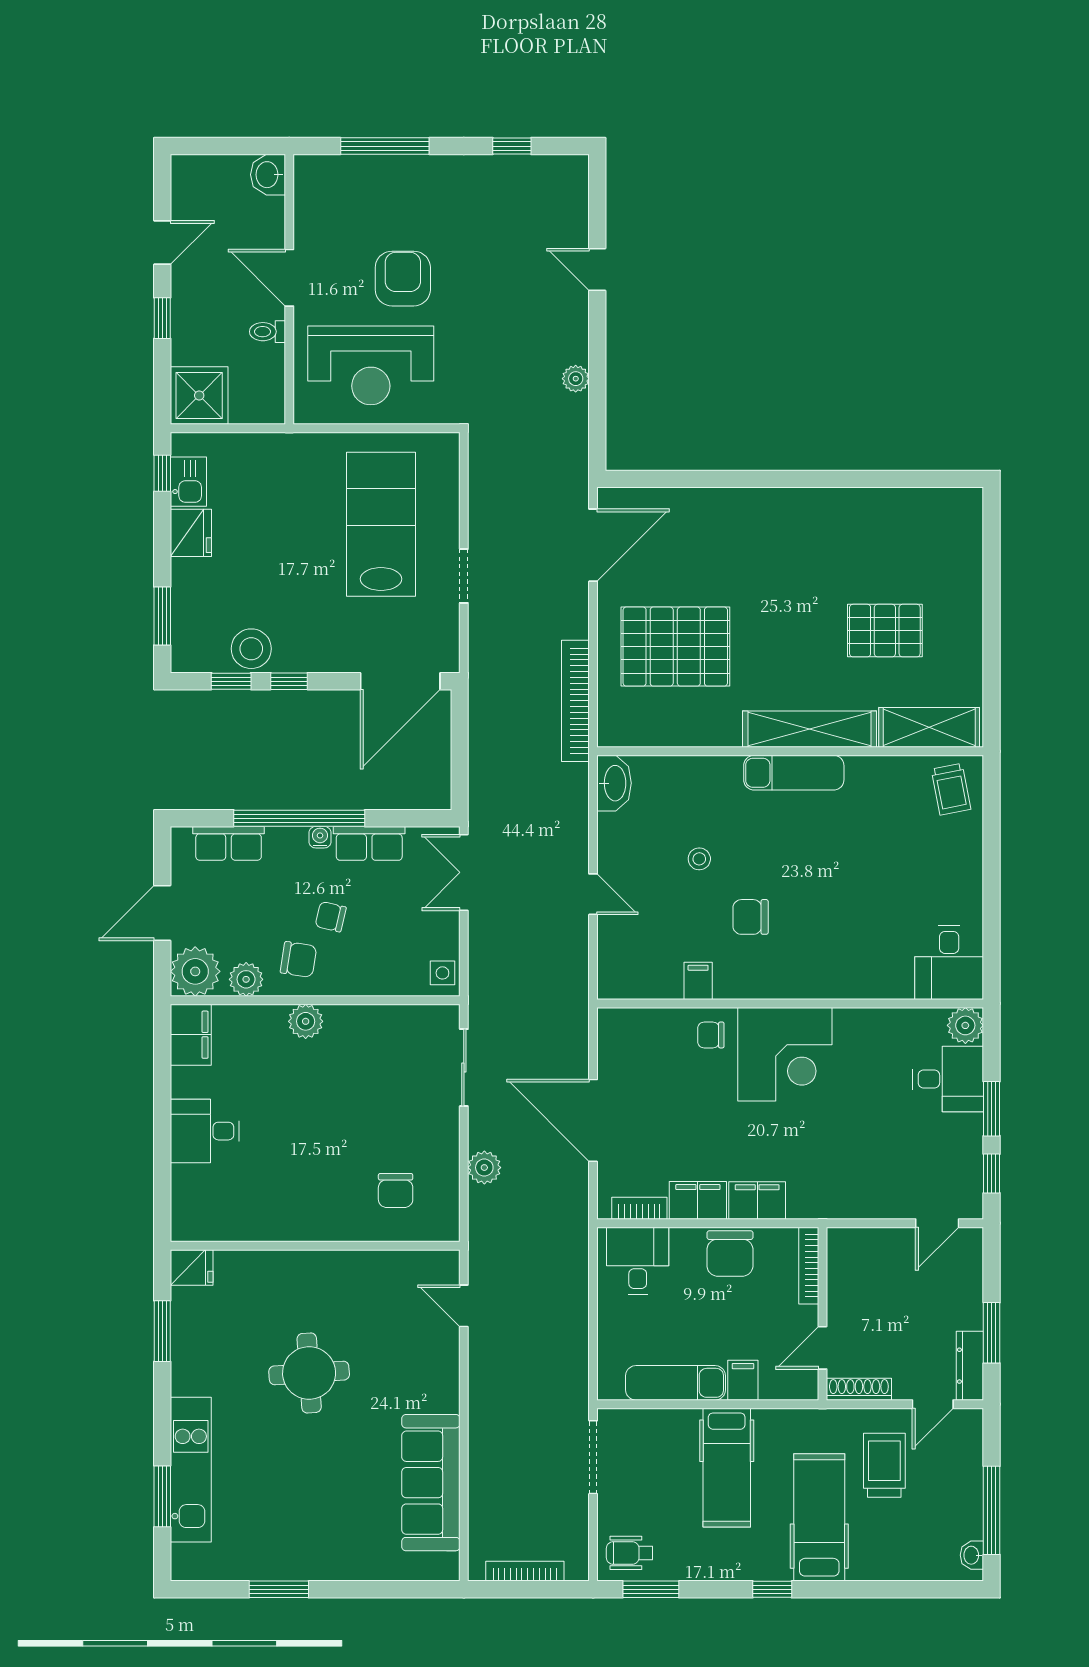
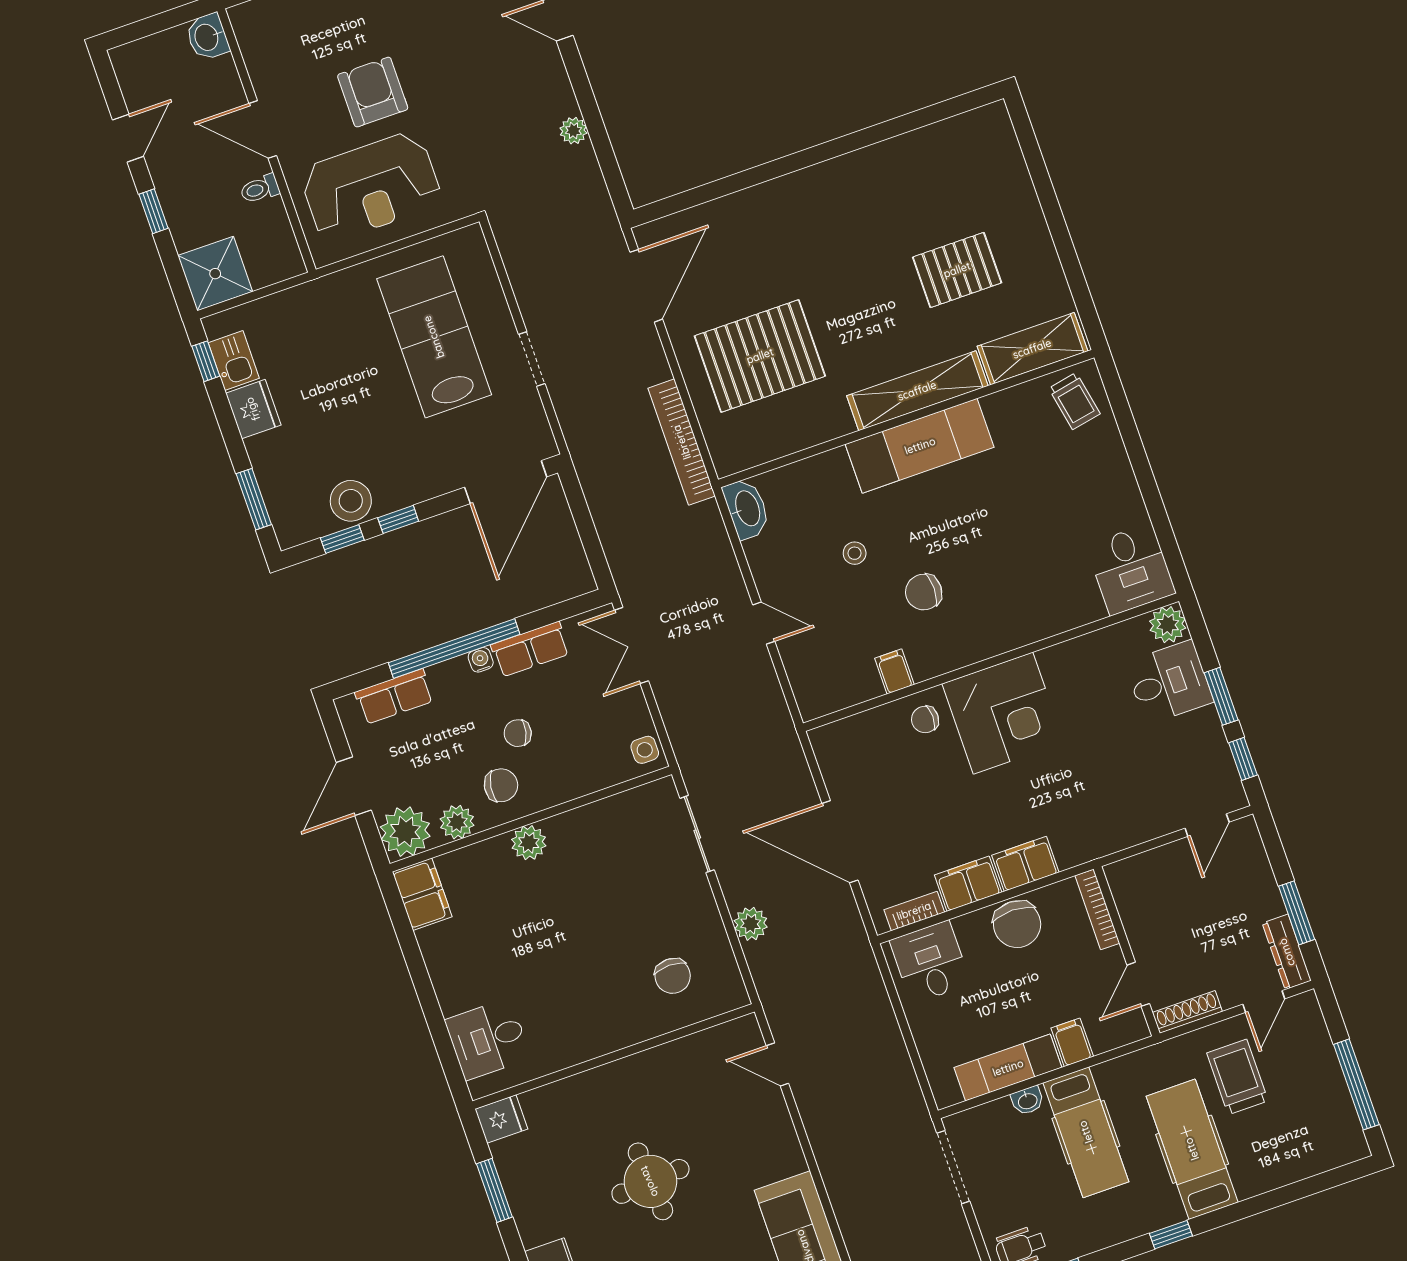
exam couch: (794, 773) -> (920, 446), width x1.36, depth x1.45
desk: (205, 1131) -> (488, 1039), moved
washbasin: (972, 1555) -> (1027, 1101), moved, turned -90

